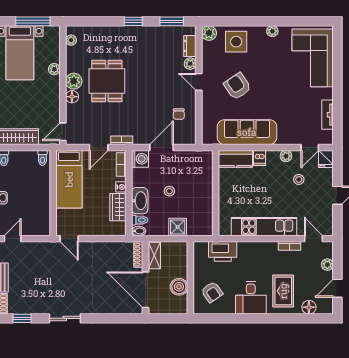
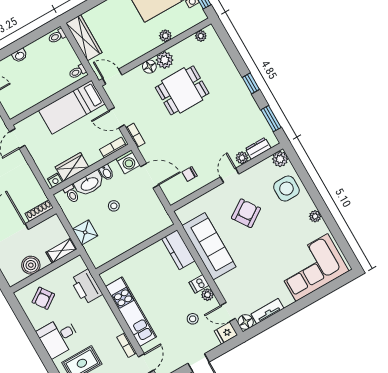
floor lamp: (326, 138) -> (246, 322), added
dishwasher: (260, 158) -> (199, 284), moved
nightstand: (121, 187) -> (55, 180), moved
bidet: (139, 231) -> (106, 172), moved
shelving: (154, 255) -> (62, 251), moved

